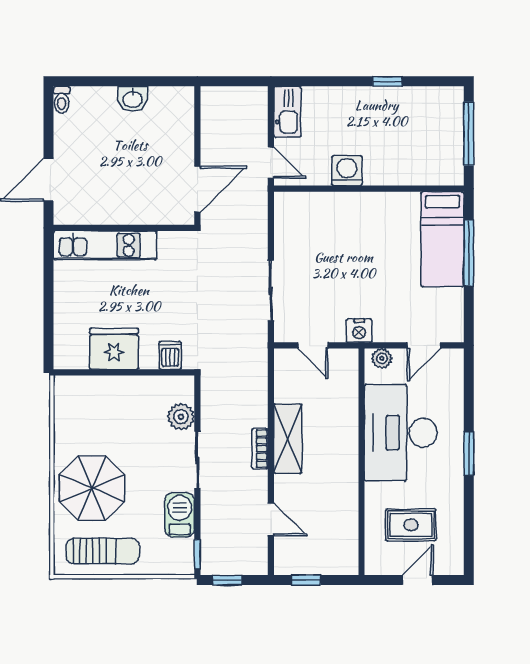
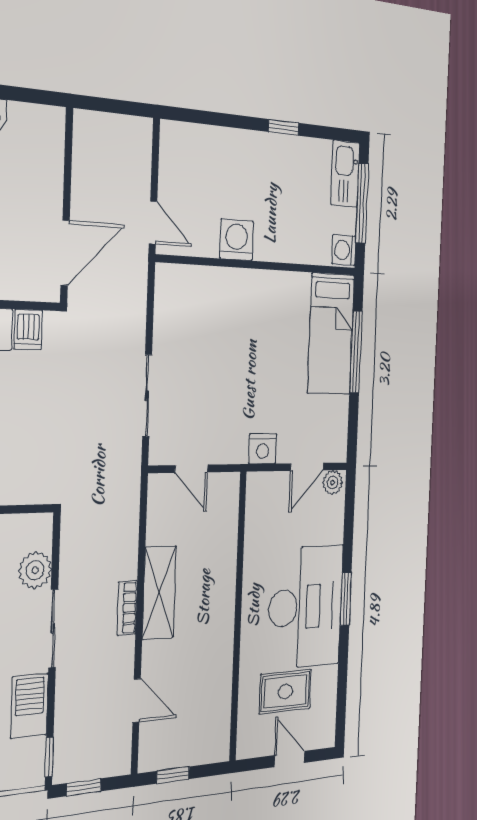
kitchen sink: (287, 112) -> (345, 174), moved, turned 180
washing machine: (452, 172) -> (344, 250), added
nightstand: (359, 331) -> (263, 449), moved
dishwasher: (170, 355) -> (28, 330), moved, turned 180
plant: (382, 358) -> (332, 482), moved
desk: (401, 433) -> (305, 607), moved, turned 180
door: (418, 580) -> (289, 759), hinge flipped

